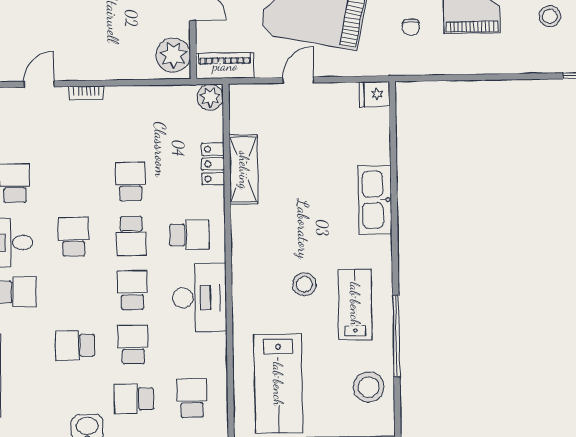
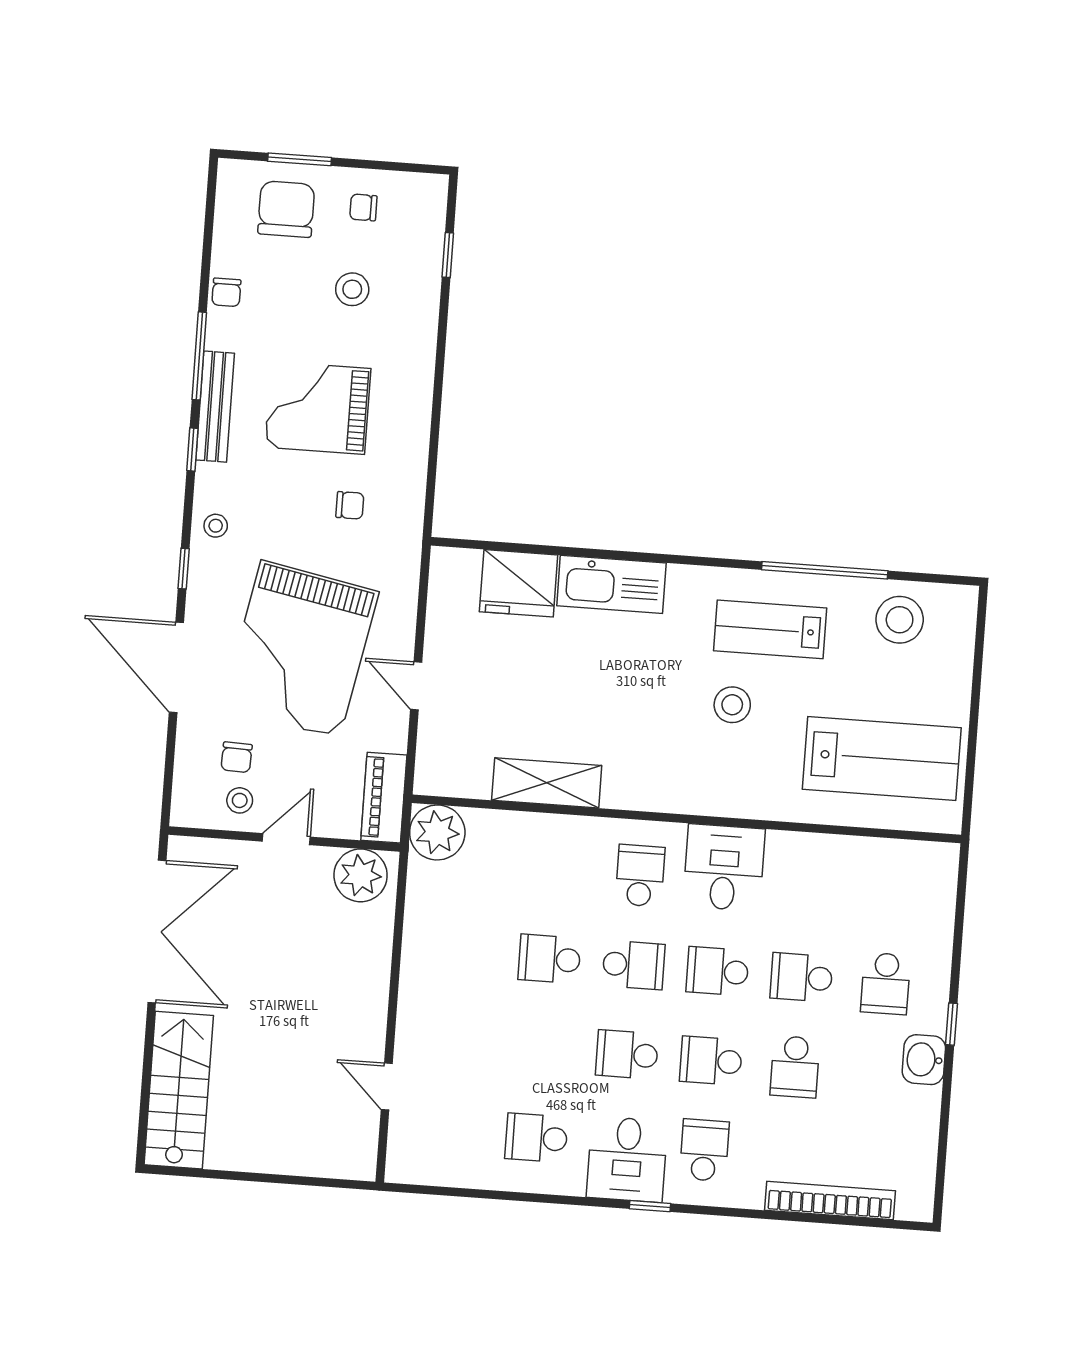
bookcase: (86, 93) -> (407, 1015), removed
fridge: (375, 94) -> (519, 583), moved, width x1.88, depth x1.34
plant: (210, 97) -> (437, 832), width x1.36, depth x1.36
locker: (213, 164) -> (534, 829), removed
desk: (199, 298) -> (724, 867), width x0.73
school desk: (192, 398) -> (711, 1061), moved

